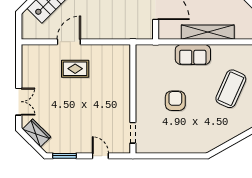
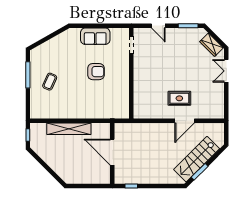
sofa: (193, 55) -> (95, 36), moved, turned 180
coffee table: (231, 89) -> (50, 82), width x0.54, depth x0.58
armchair: (175, 101) -> (96, 72), turned -90

